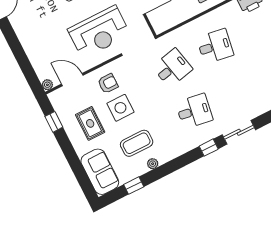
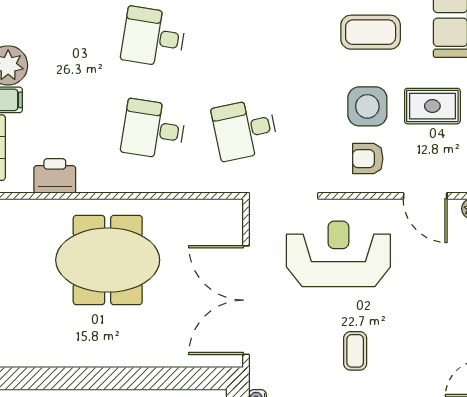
desk: (194, 111) -> (153, 37), moved
rug: (90, 123) -> (432, 106), turned 90

